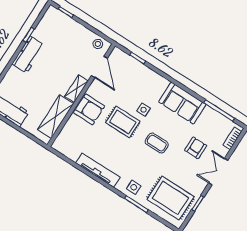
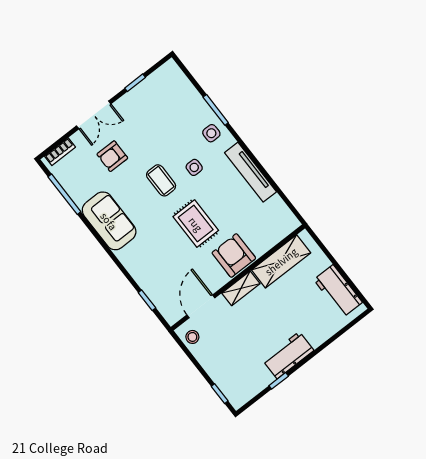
side table: (144, 110) -> (194, 167), moved
rug: (171, 198) -> (168, 102), removed

